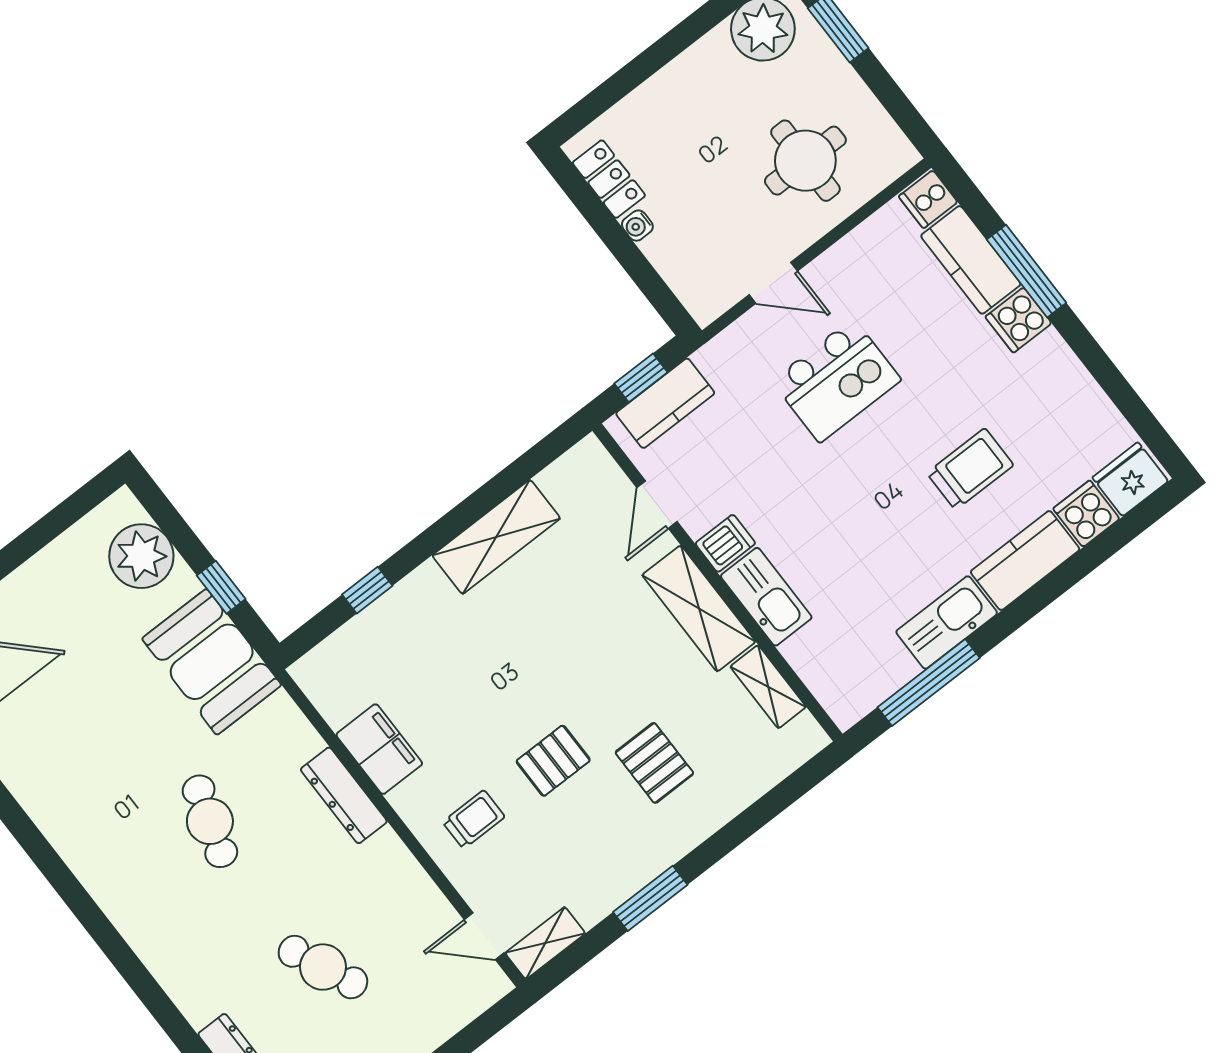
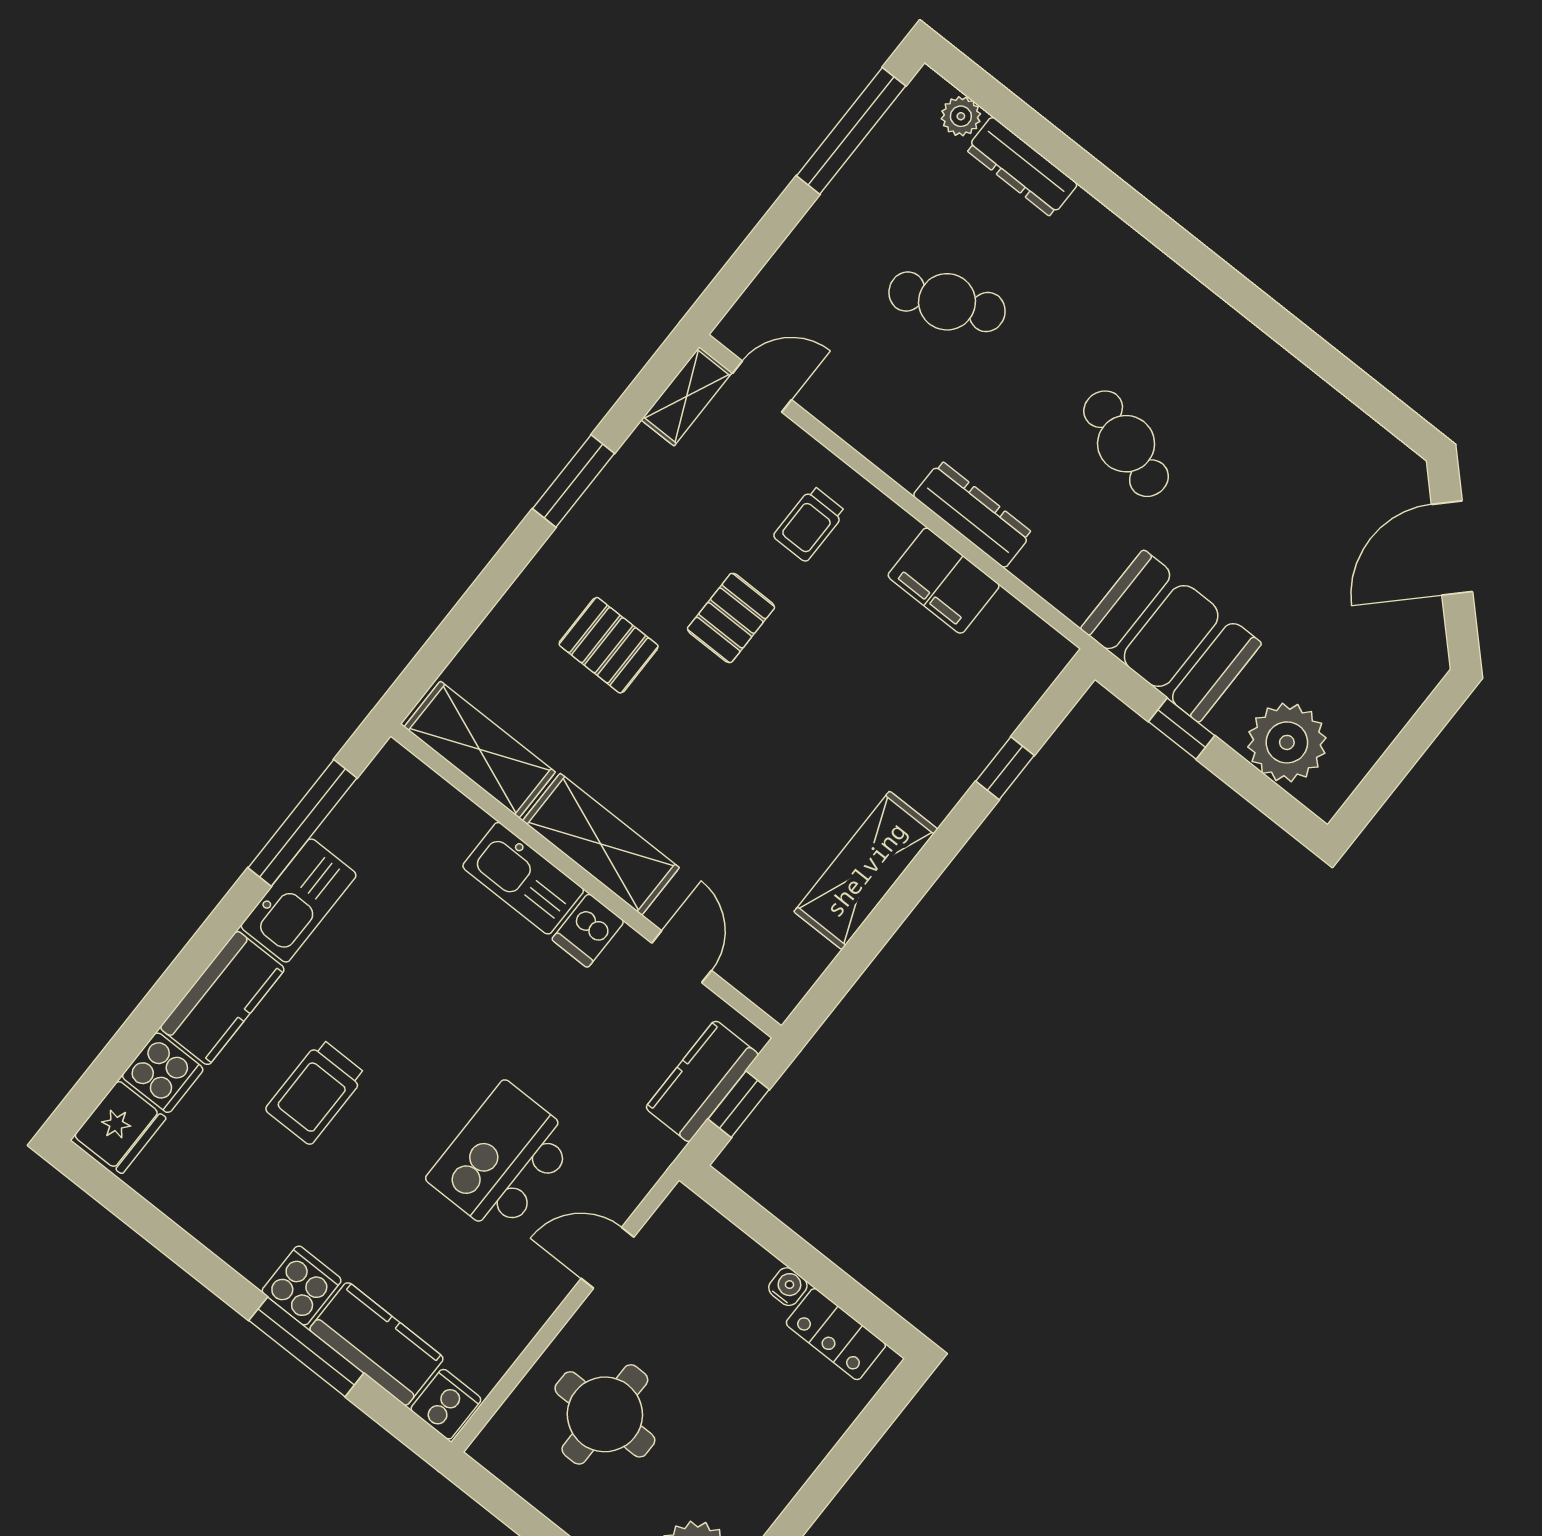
shelving: (768, 687) -> (480, 750), width x1.50, depth x1.33

